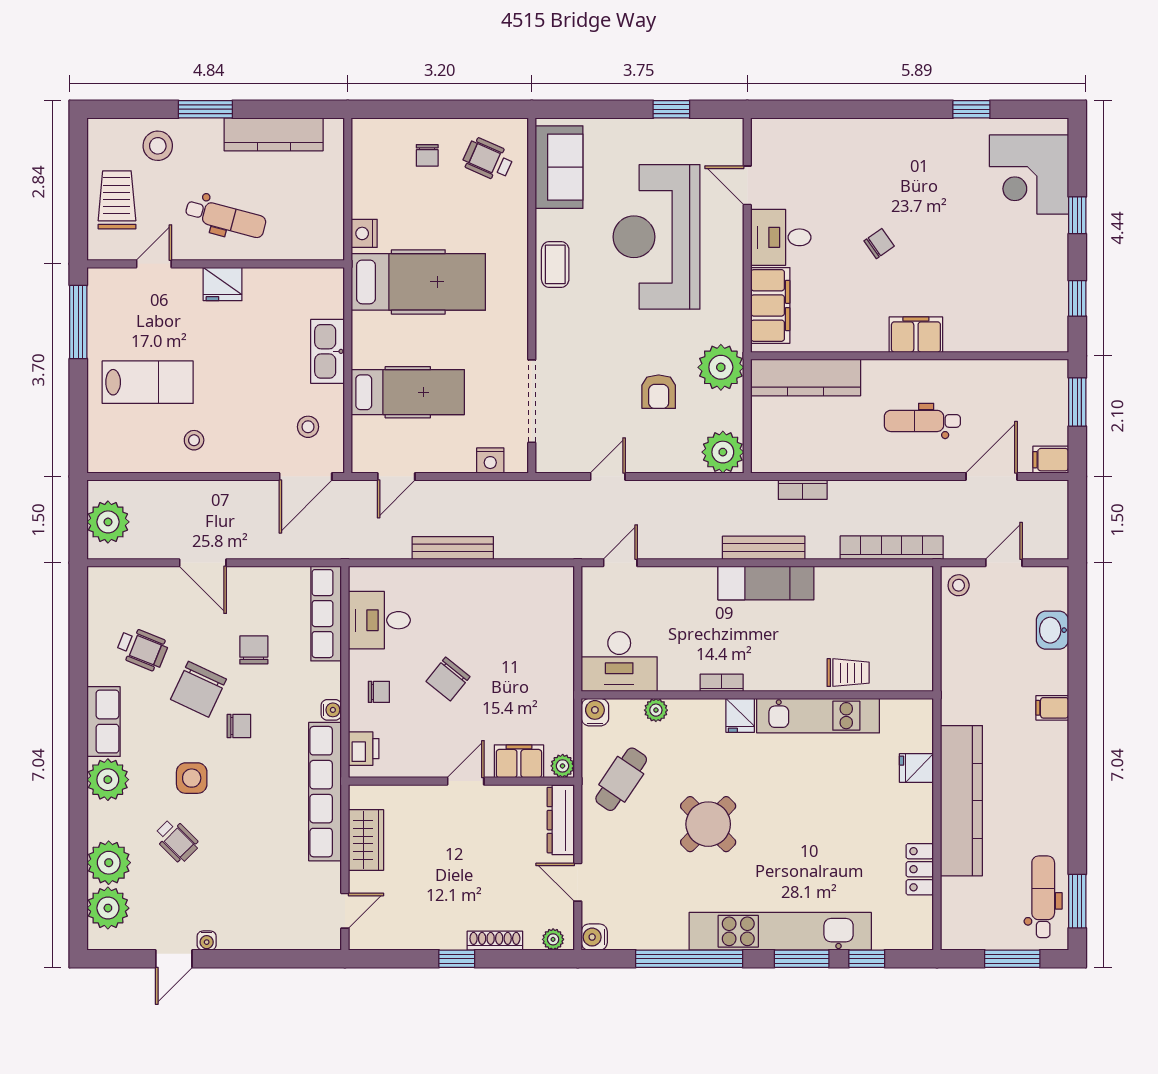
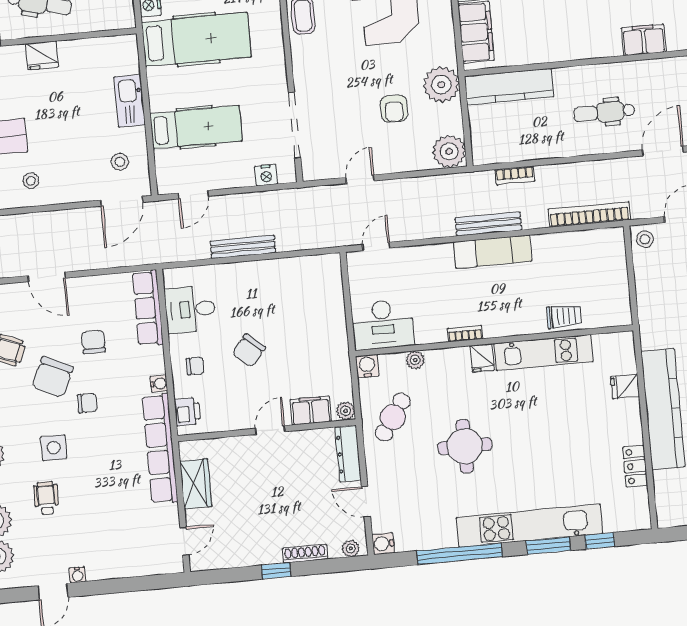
filing cabinet: (916, 335) -> (644, 40), moved
round table: (708, 824) -> (465, 446), turned 45
wheelchair: (177, 840) -> (46, 498), turned -135

